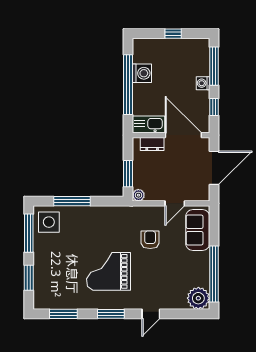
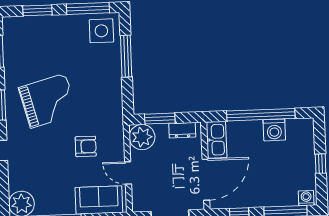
washing machine: (203, 83) -> (306, 198), moved
dresser: (152, 144) -> (182, 130), moved, turned -90
plant: (138, 195) -> (142, 137), width x1.87, depth x1.87
grand piano: (109, 271) -> (48, 101), turned 75

